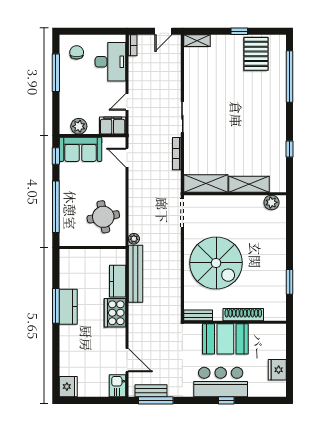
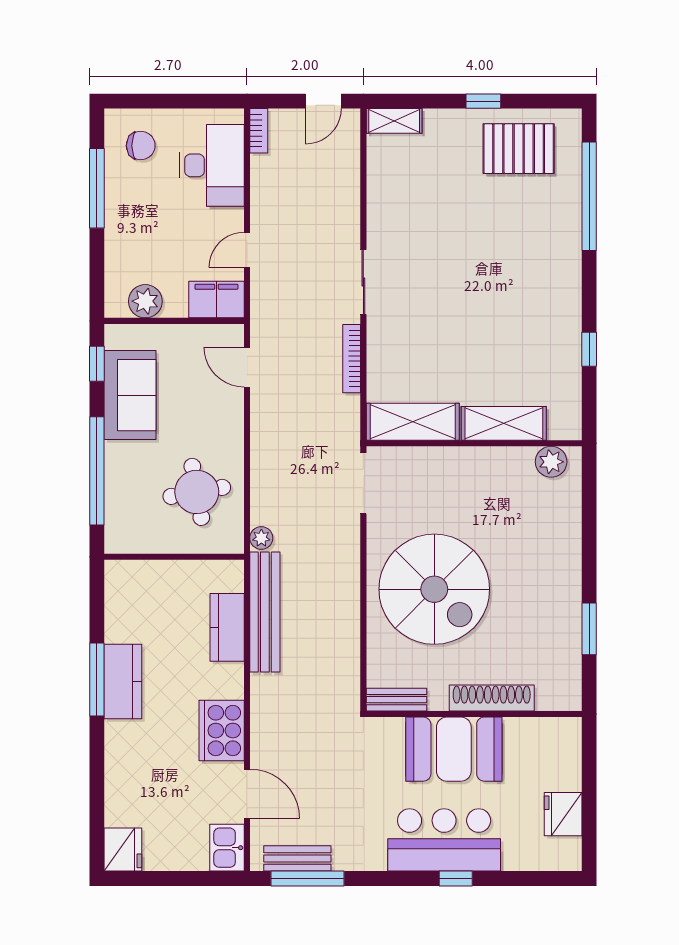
chair: (77, 52) -> (141, 146), turned 90
pallet: (256, 54) -> (519, 149), turned 90
sofa: (81, 149) -> (130, 395), moved, turned -90
cooker: (115, 313) -> (222, 731), moved

